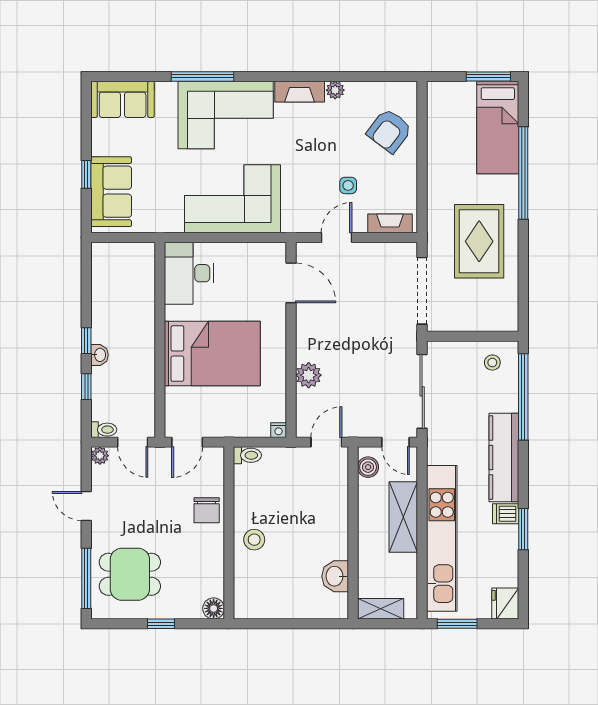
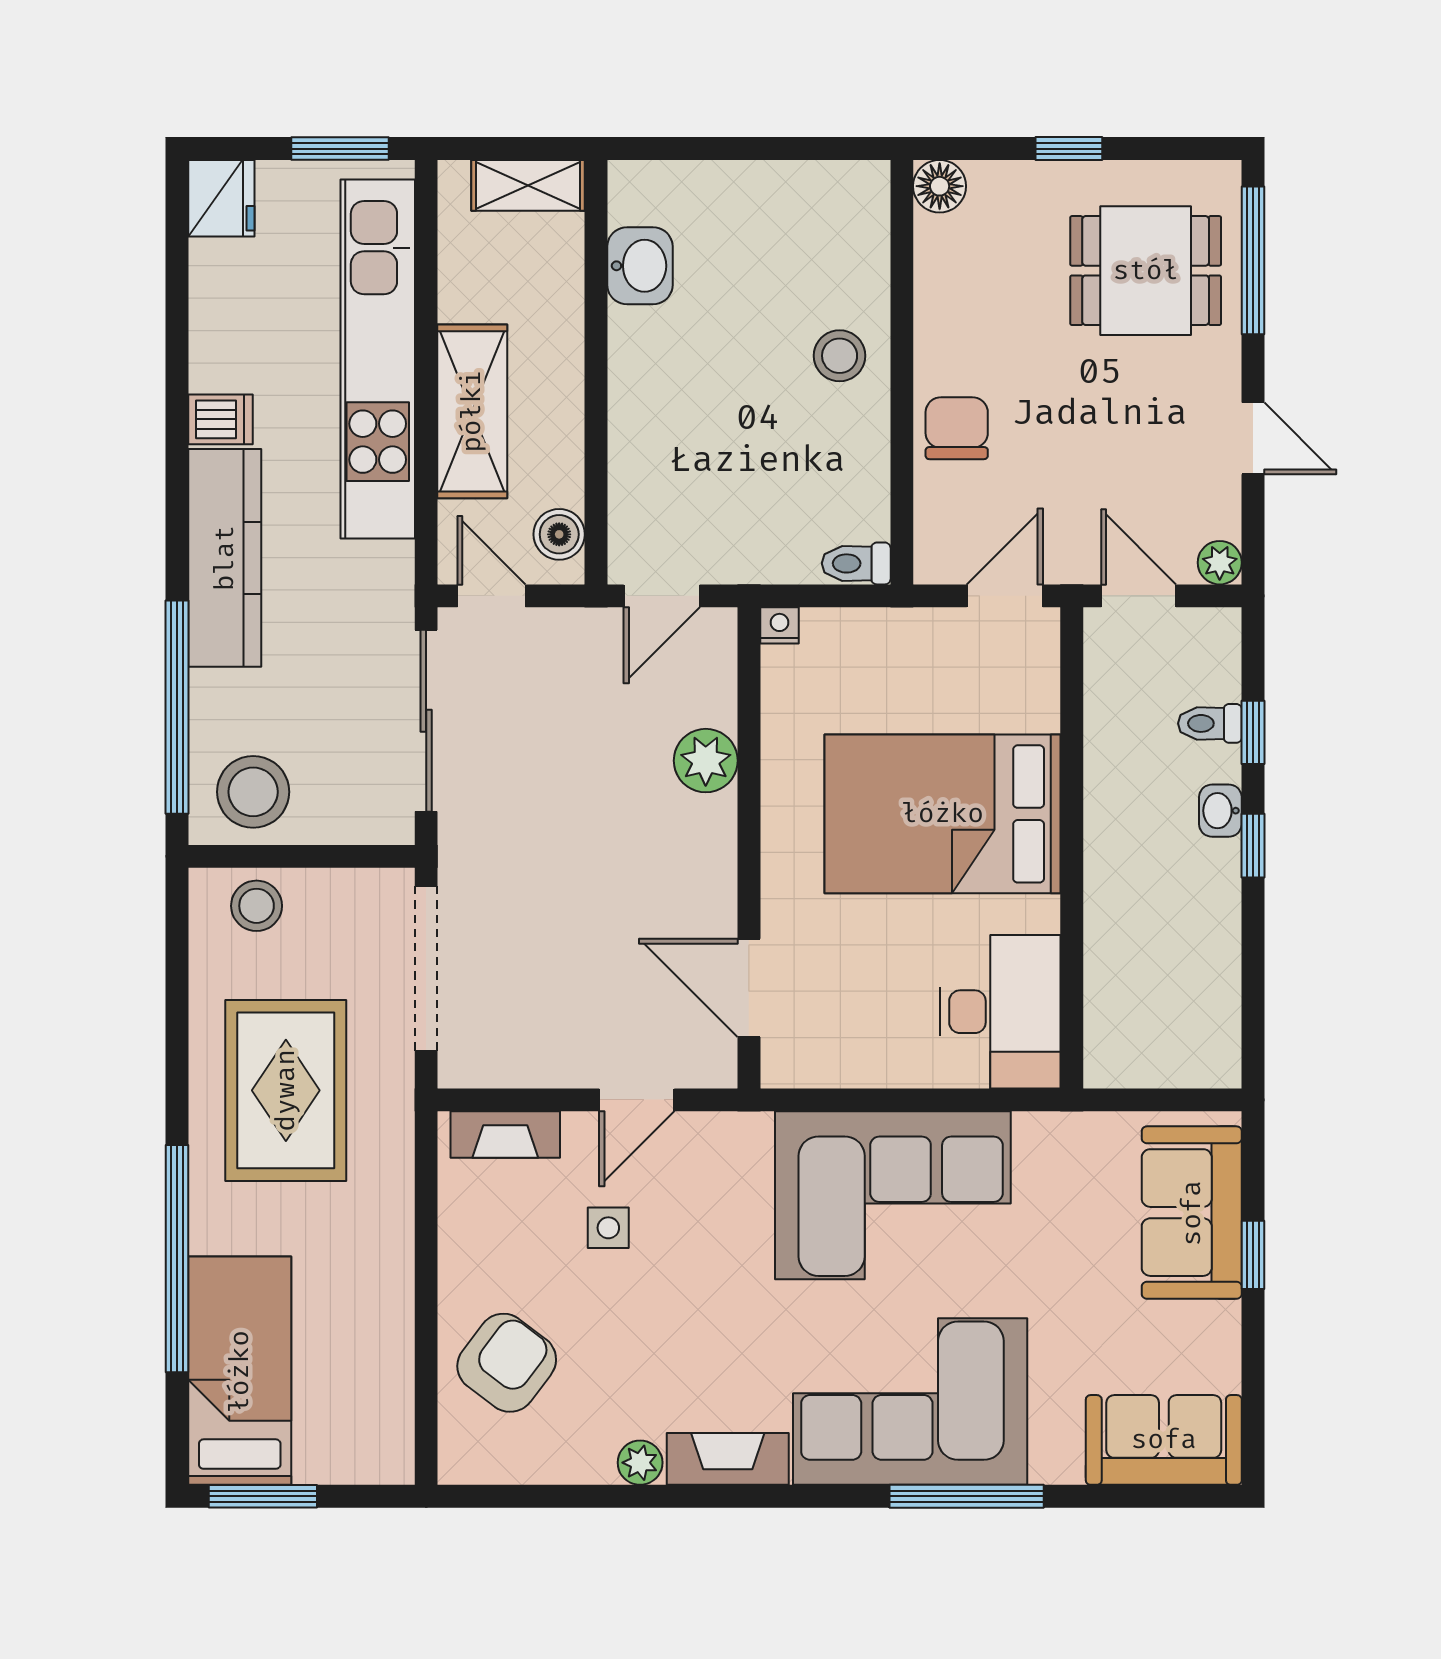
stool: (491, 316) -> (257, 906), added
stool: (492, 363) -> (253, 792), width x1.89, depth x1.89
toilet: (104, 430) -> (1210, 723), moved
window: (523, 529) -> (177, 382), removed

